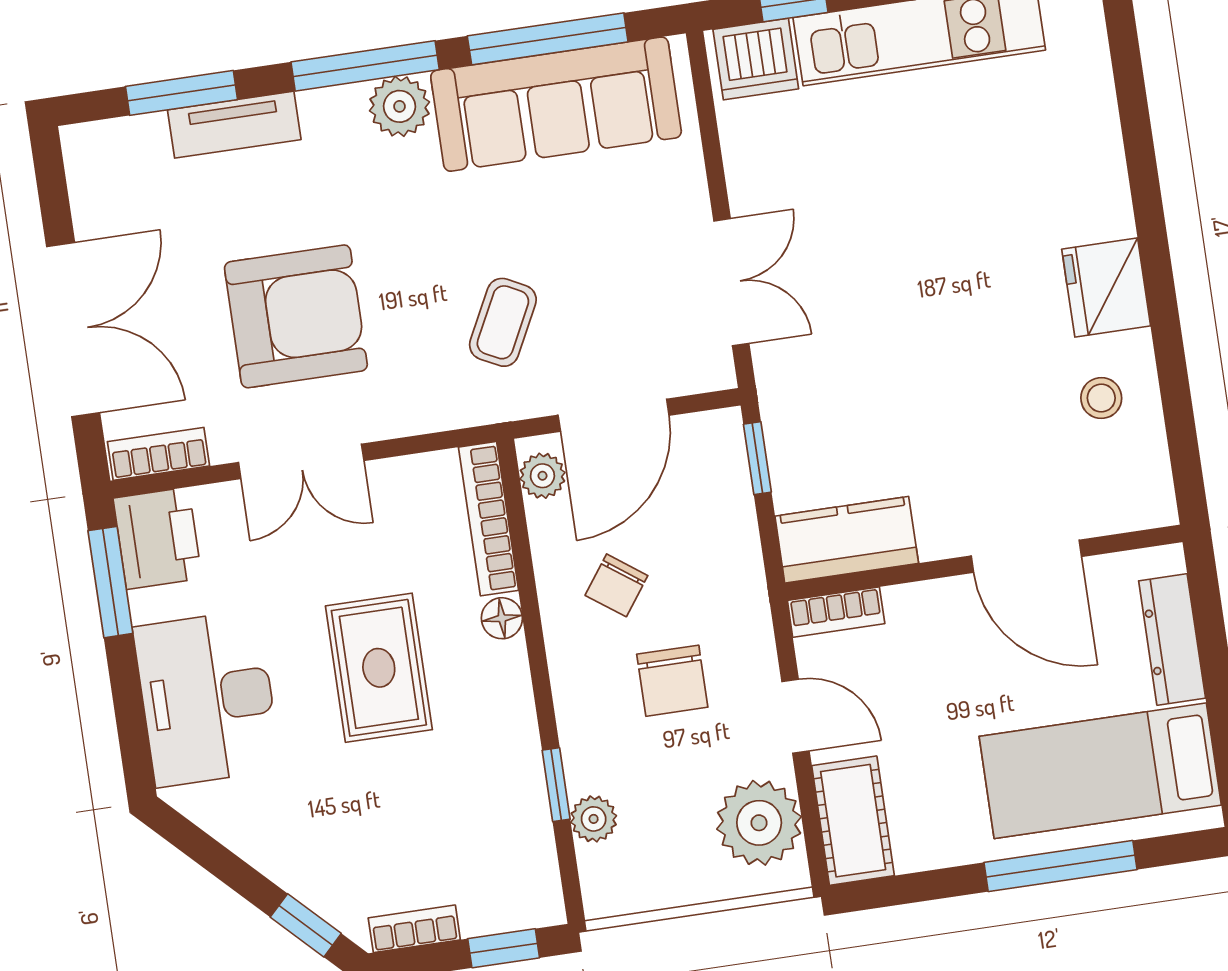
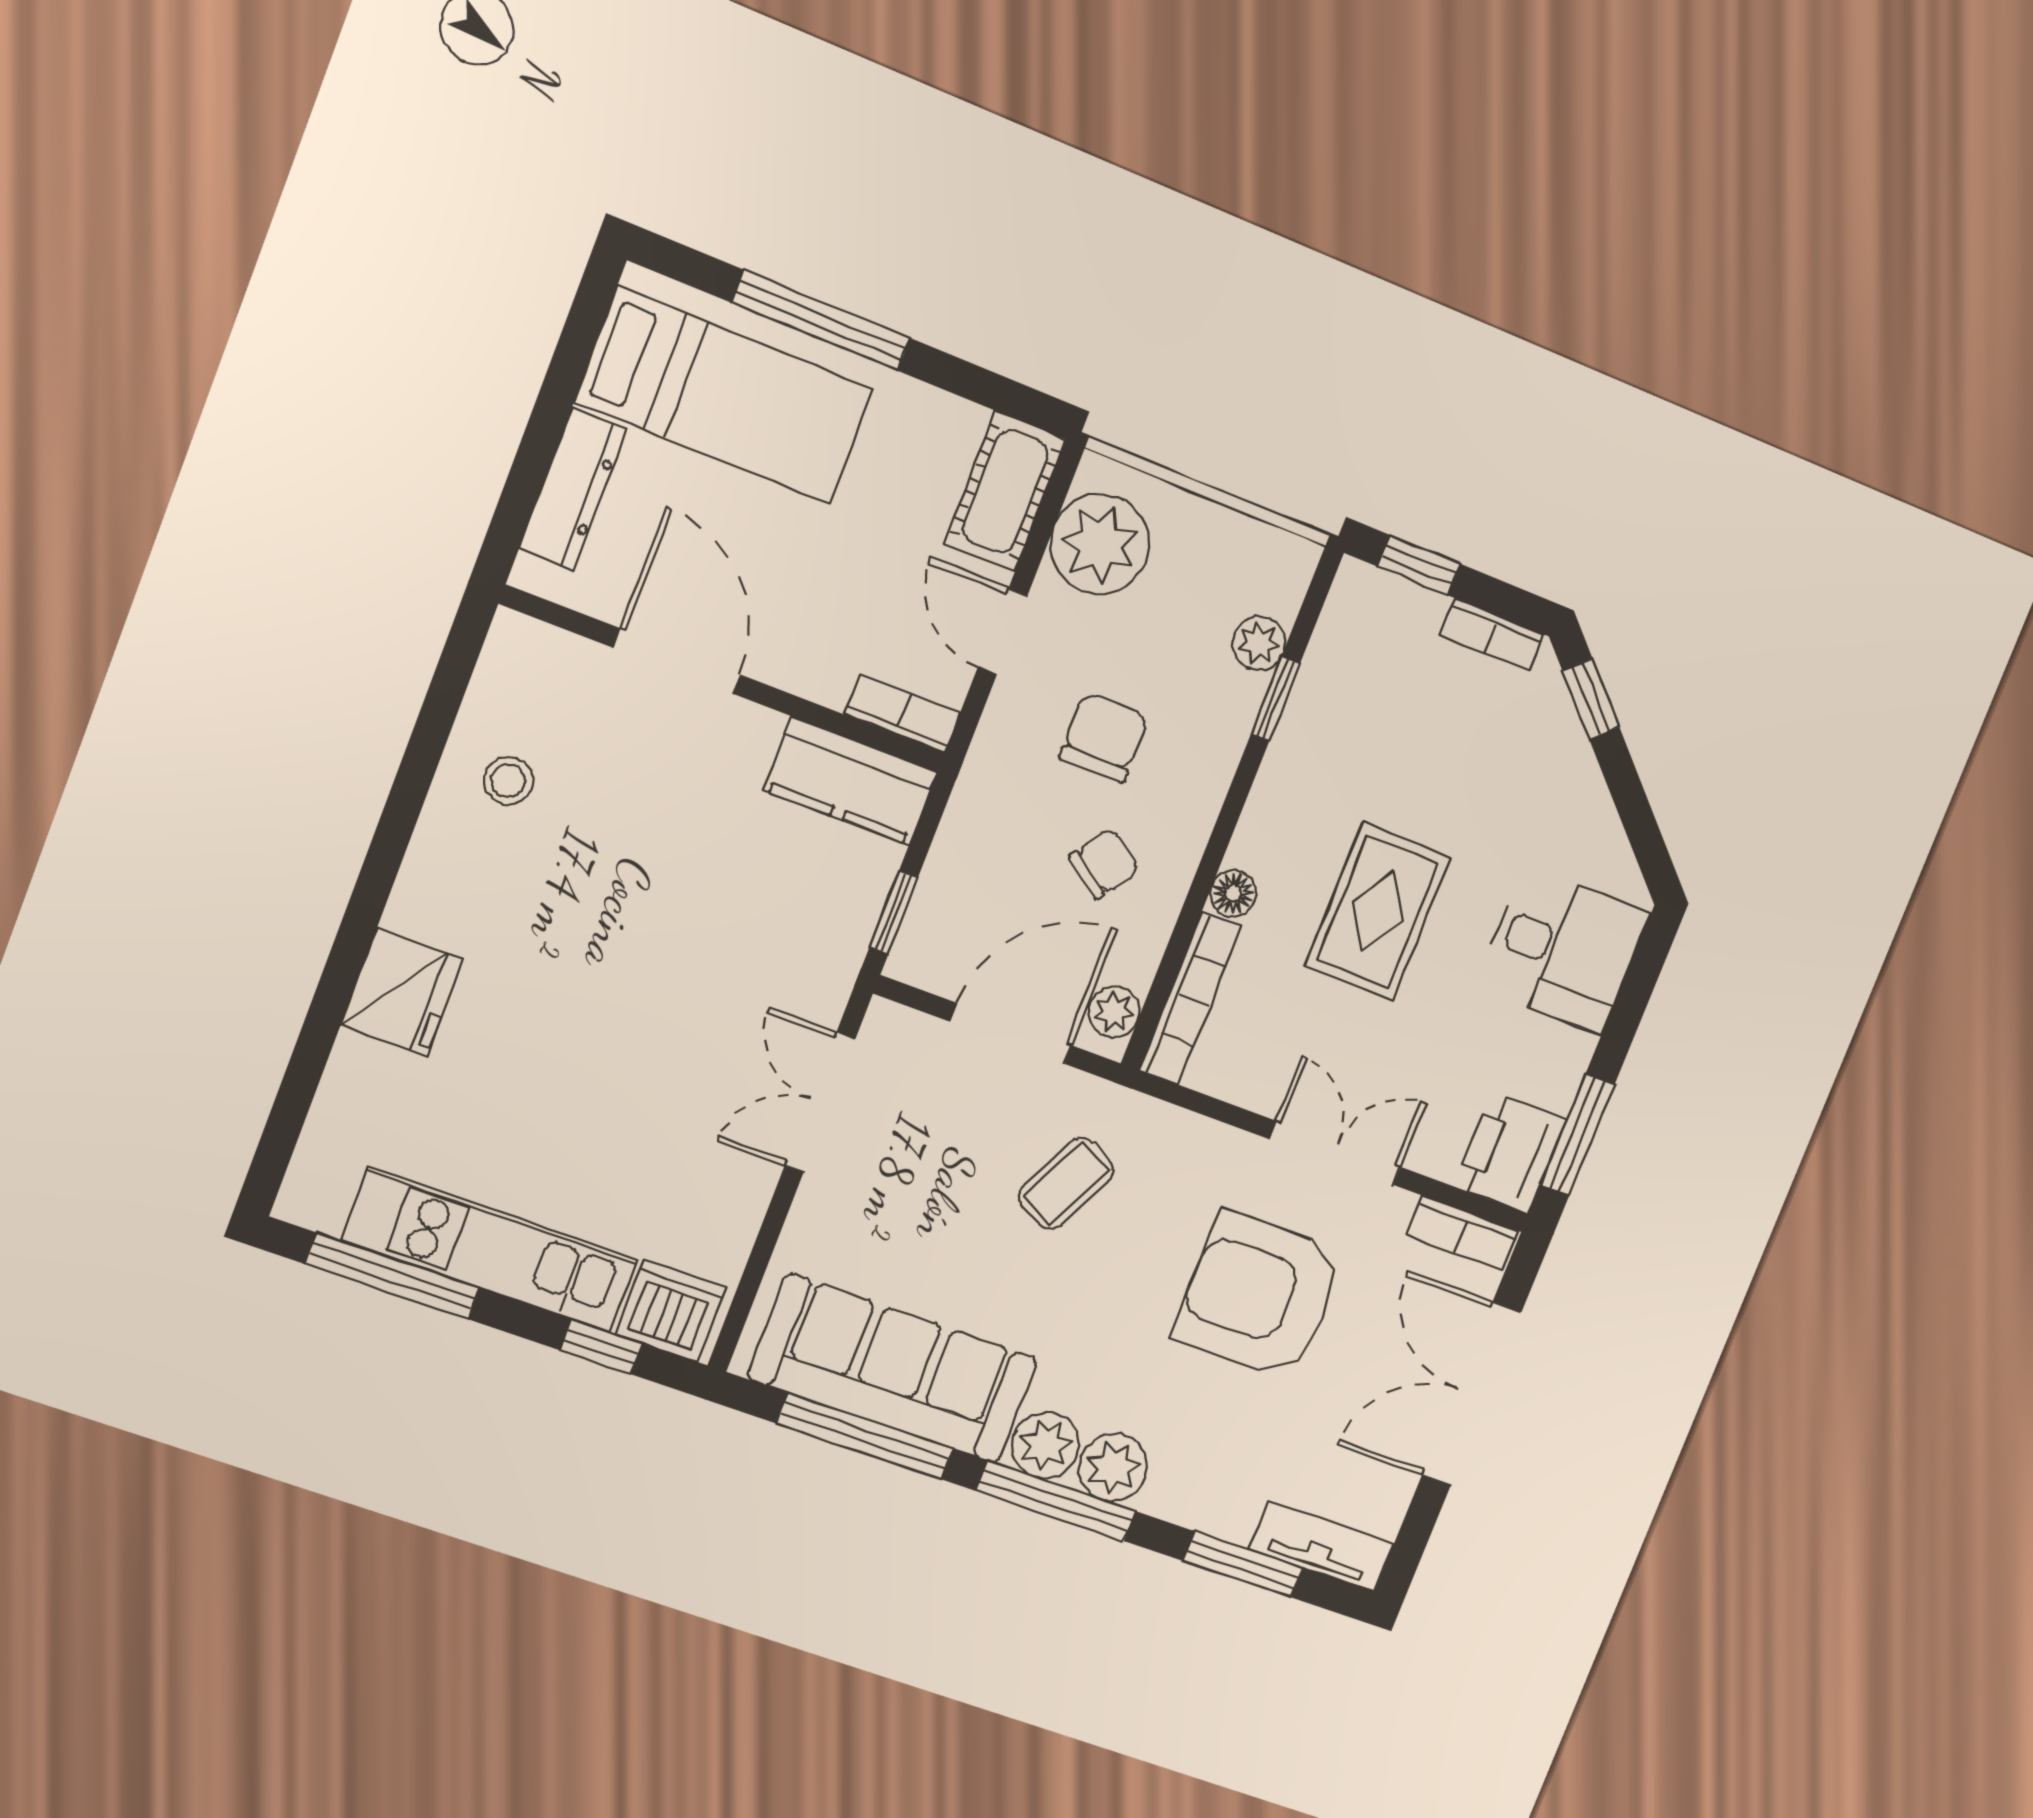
plant: (334, 117) -> (1113, 1467), added
tv unit: (234, 125) -> (1321, 1546), moved
fridge: (1106, 287) -> (402, 992), moved
desk: (207, 698) -> (1563, 950), width x0.73

